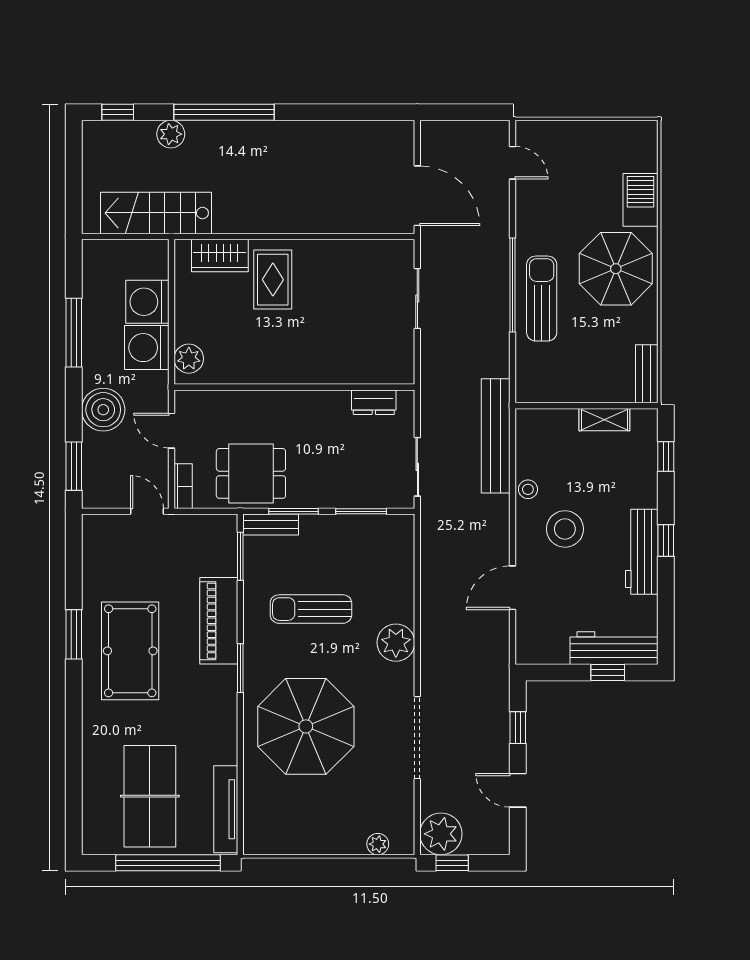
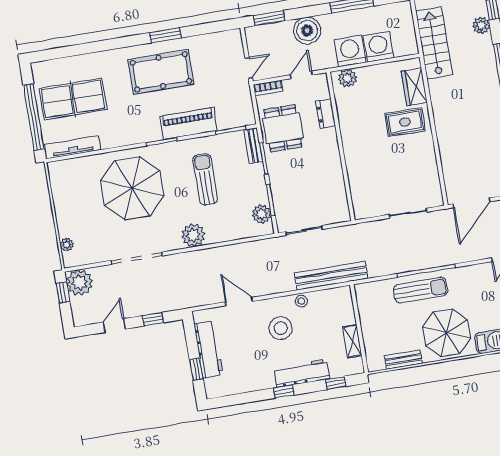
plant: (171, 134) -> (481, 25), moved
bench: (647, 374) -> (403, 360), moved
dresser: (374, 402) -> (326, 114), moved
plant: (381, 529) -> (262, 214), added
workbench: (642, 552) -> (302, 373), moved
workbench: (614, 648) -> (209, 349), moved

